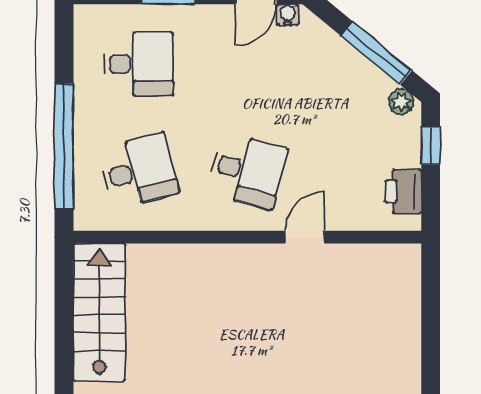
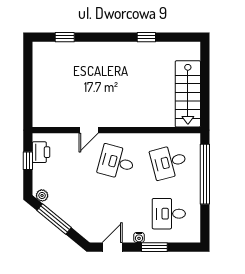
water cooler: (288, 15) -> (139, 237), moved
window: (431, 146) -> (28, 161), moved

